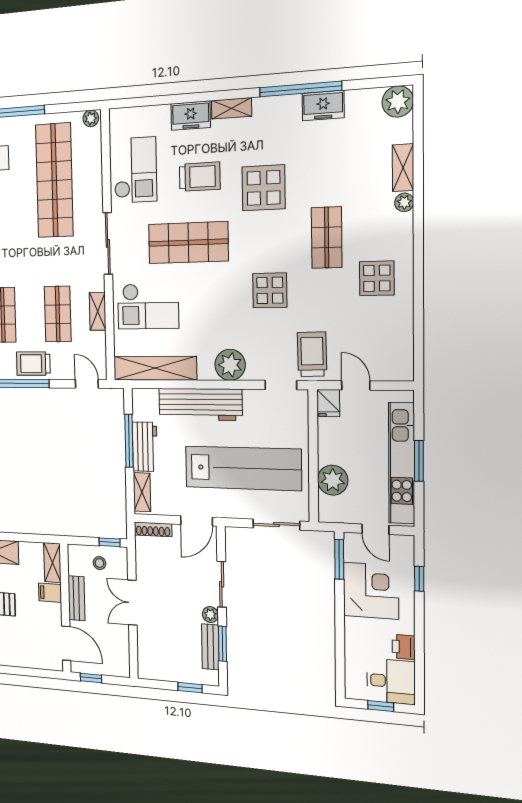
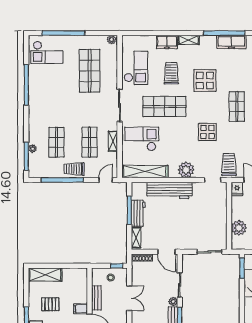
freezer: (323, 106) -> (231, 42), width x1.40
trolley: (200, 177) -> (171, 73), turned -90
shop shelf: (54, 180) -> (90, 71), width x0.71
checkout: (148, 306) -> (142, 139), turned 180
door: (87, 384) -> (106, 180), hinge flipped
lab bench: (243, 468) -> (192, 223), removed
door: (196, 521) -> (166, 252), hinge flipped
shelving: (52, 563) -> (83, 279), removed
filing cabinet: (50, 593) -> (81, 309), moved
double door: (132, 603) -> (129, 298), swing flipped

